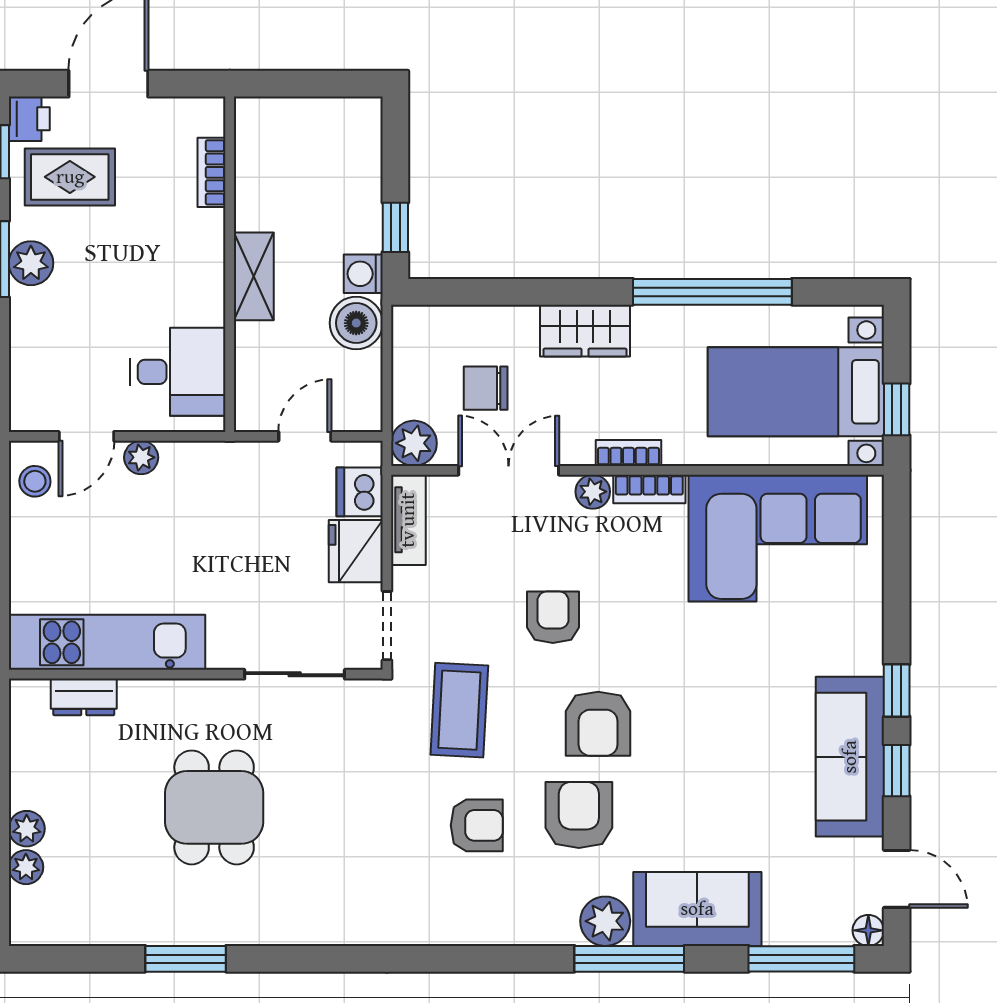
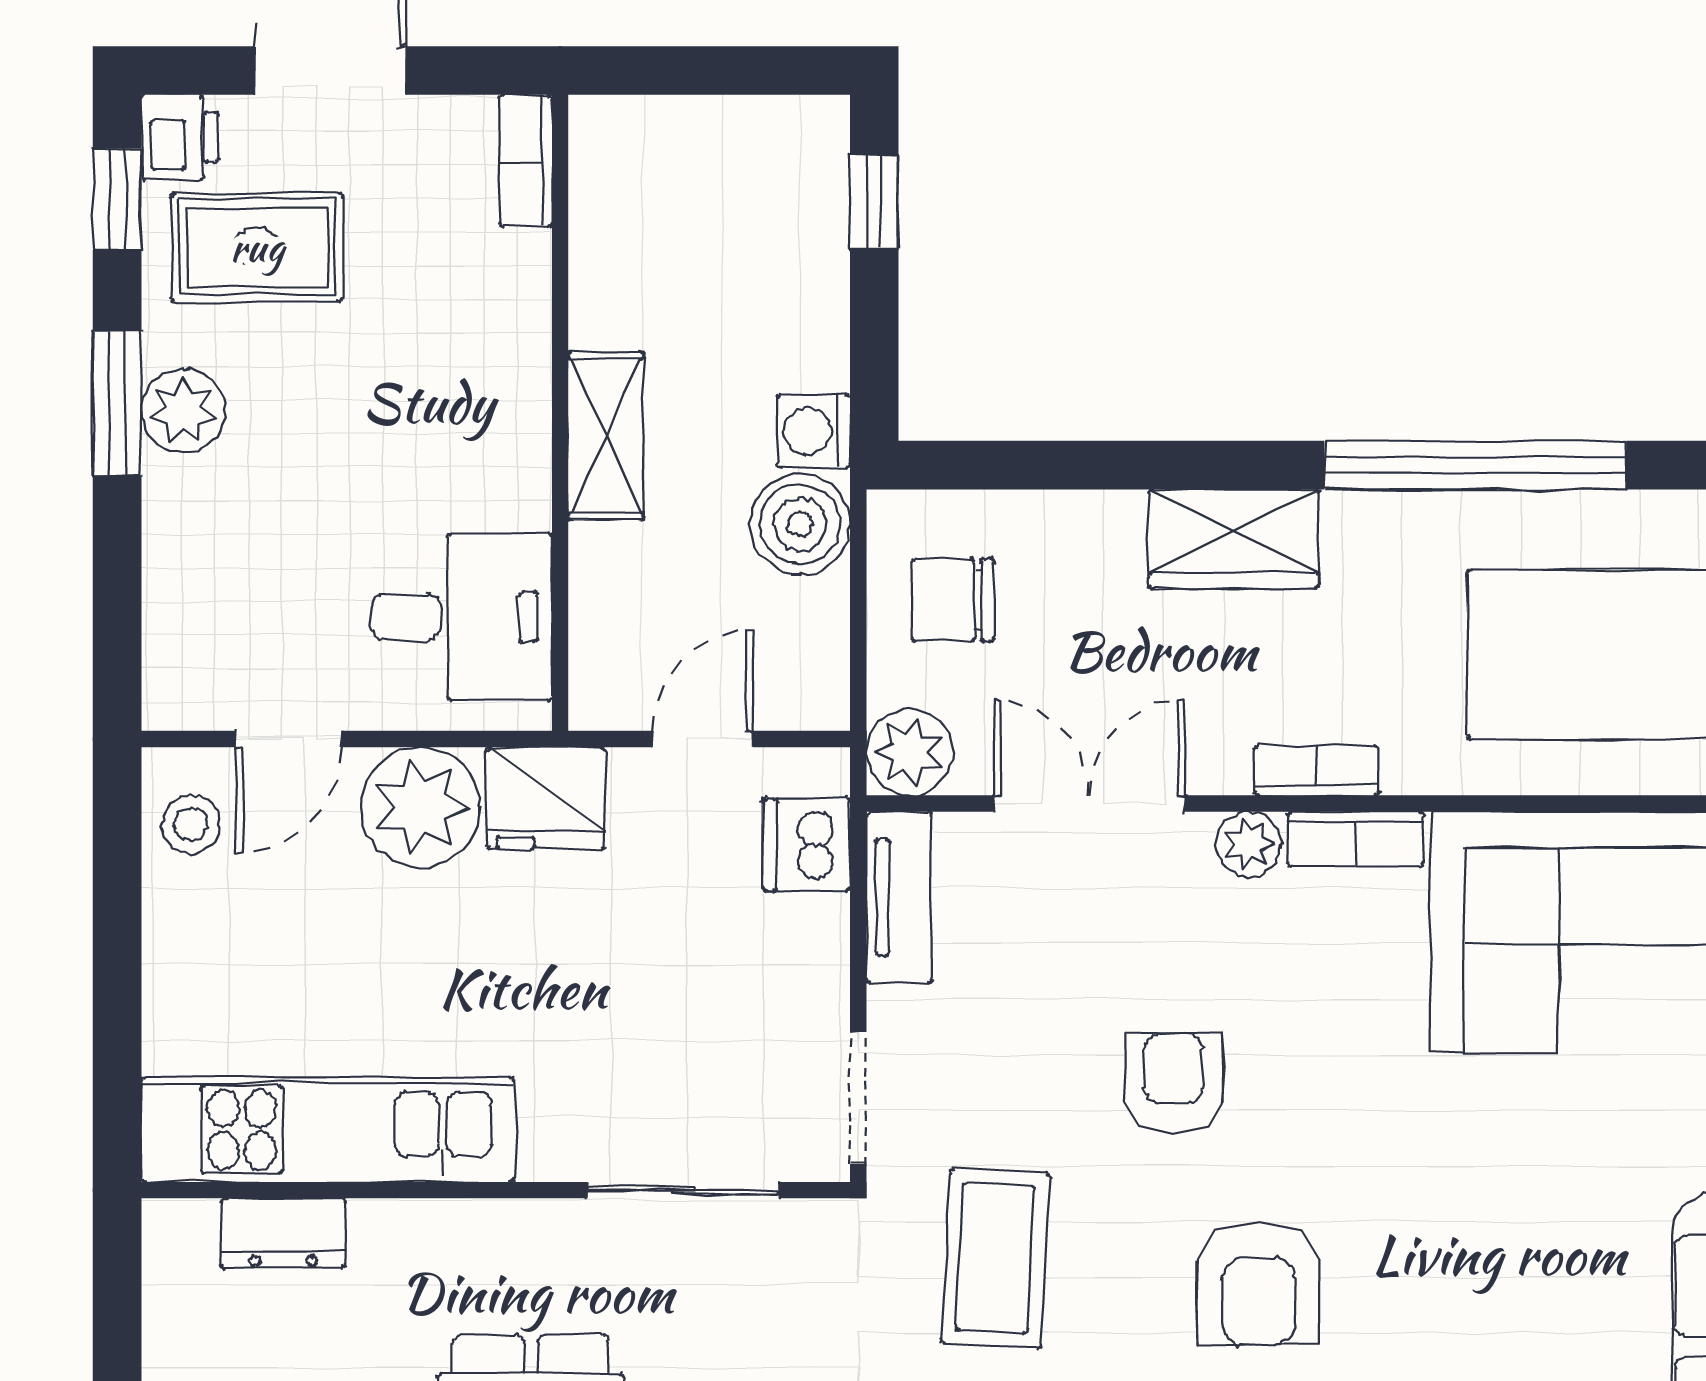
bookcase: (212, 172) -> (526, 161), moved
window: (395, 227) -> (874, 202), moved
chair: (486, 388) -> (953, 600), moved
plant: (141, 457) -> (420, 807), width x1.87, depth x1.87
fridge: (356, 551) -> (546, 798), moved, turned -90

